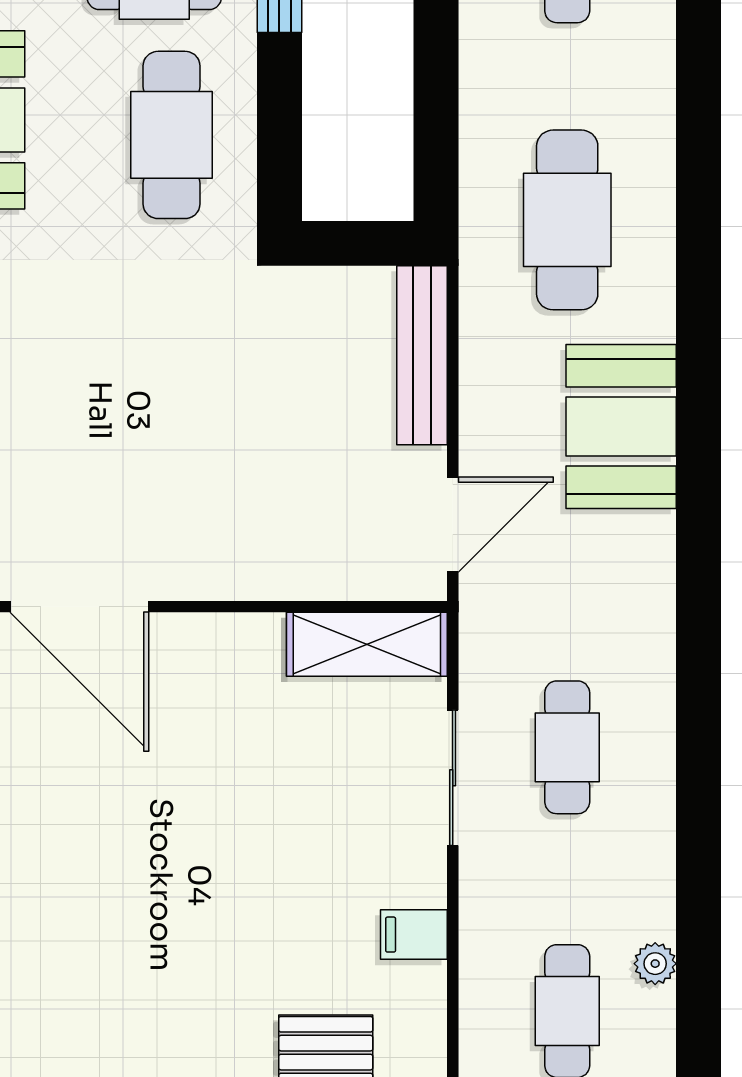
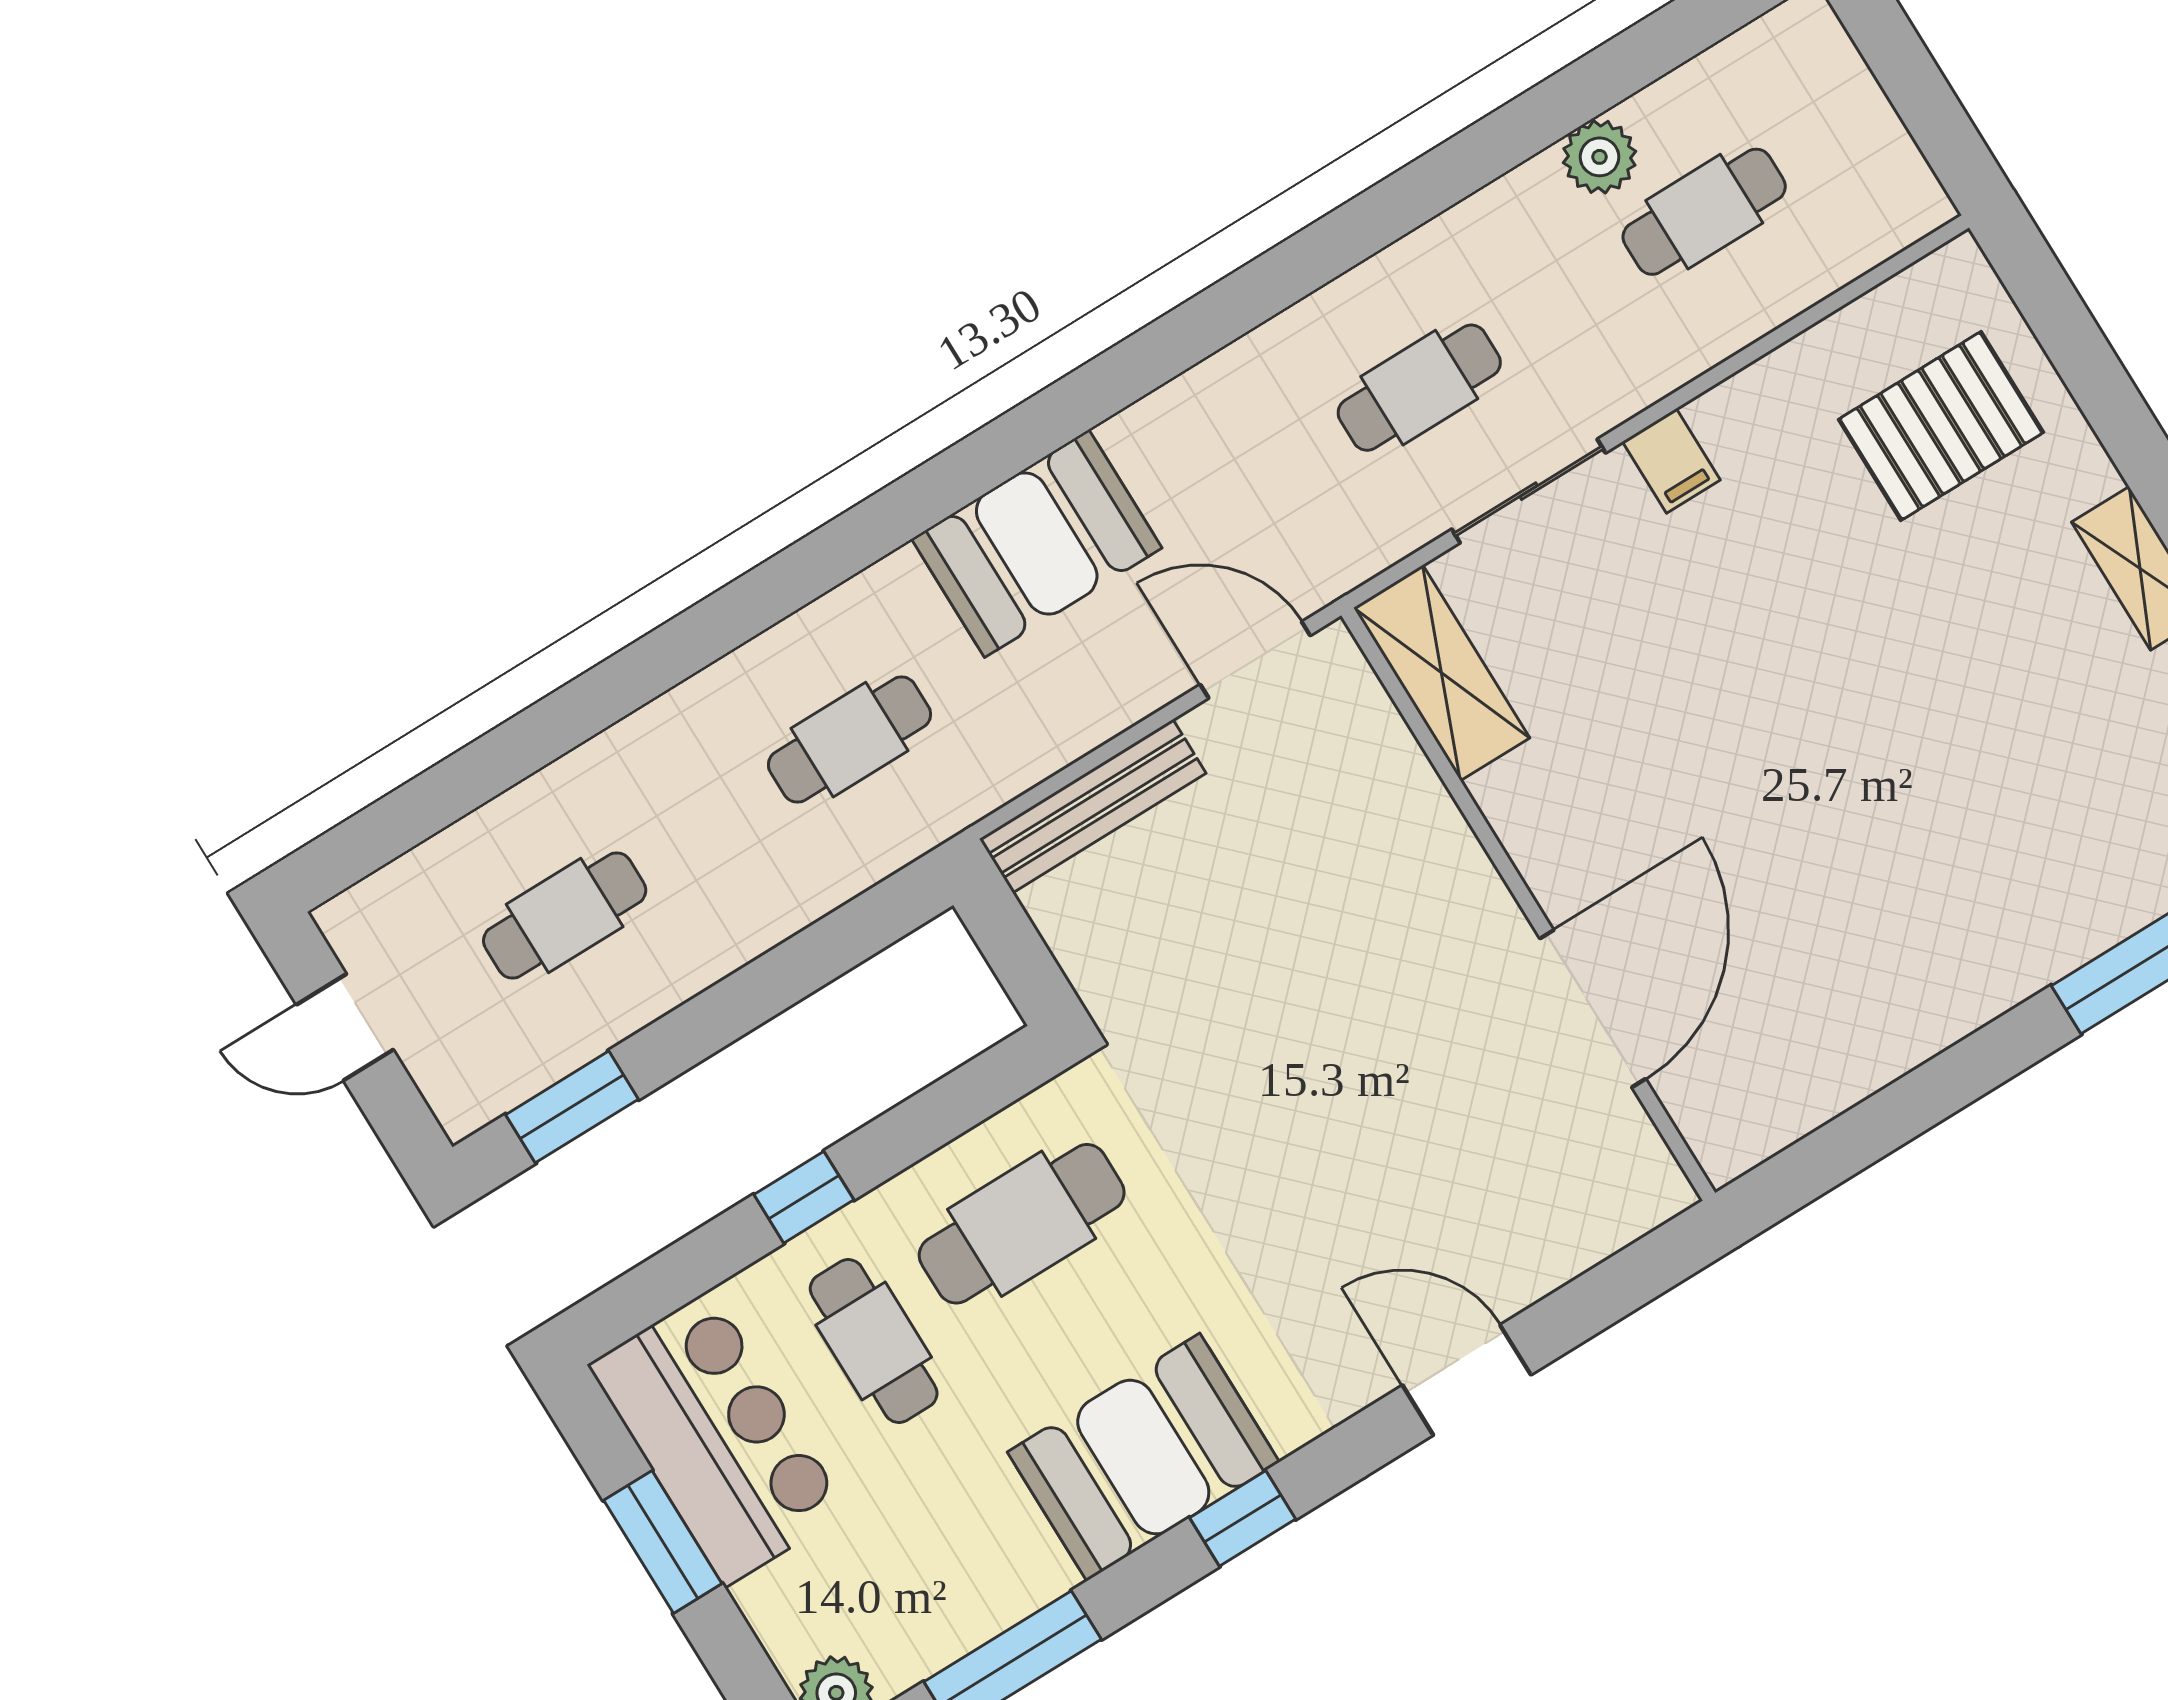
cafe table: (567, 220) -> (850, 740), width x0.73, depth x0.74
filing cabinet: (414, 935) -> (1671, 461), moved
plant: (655, 964) -> (1599, 157), width x1.38, depth x1.38

